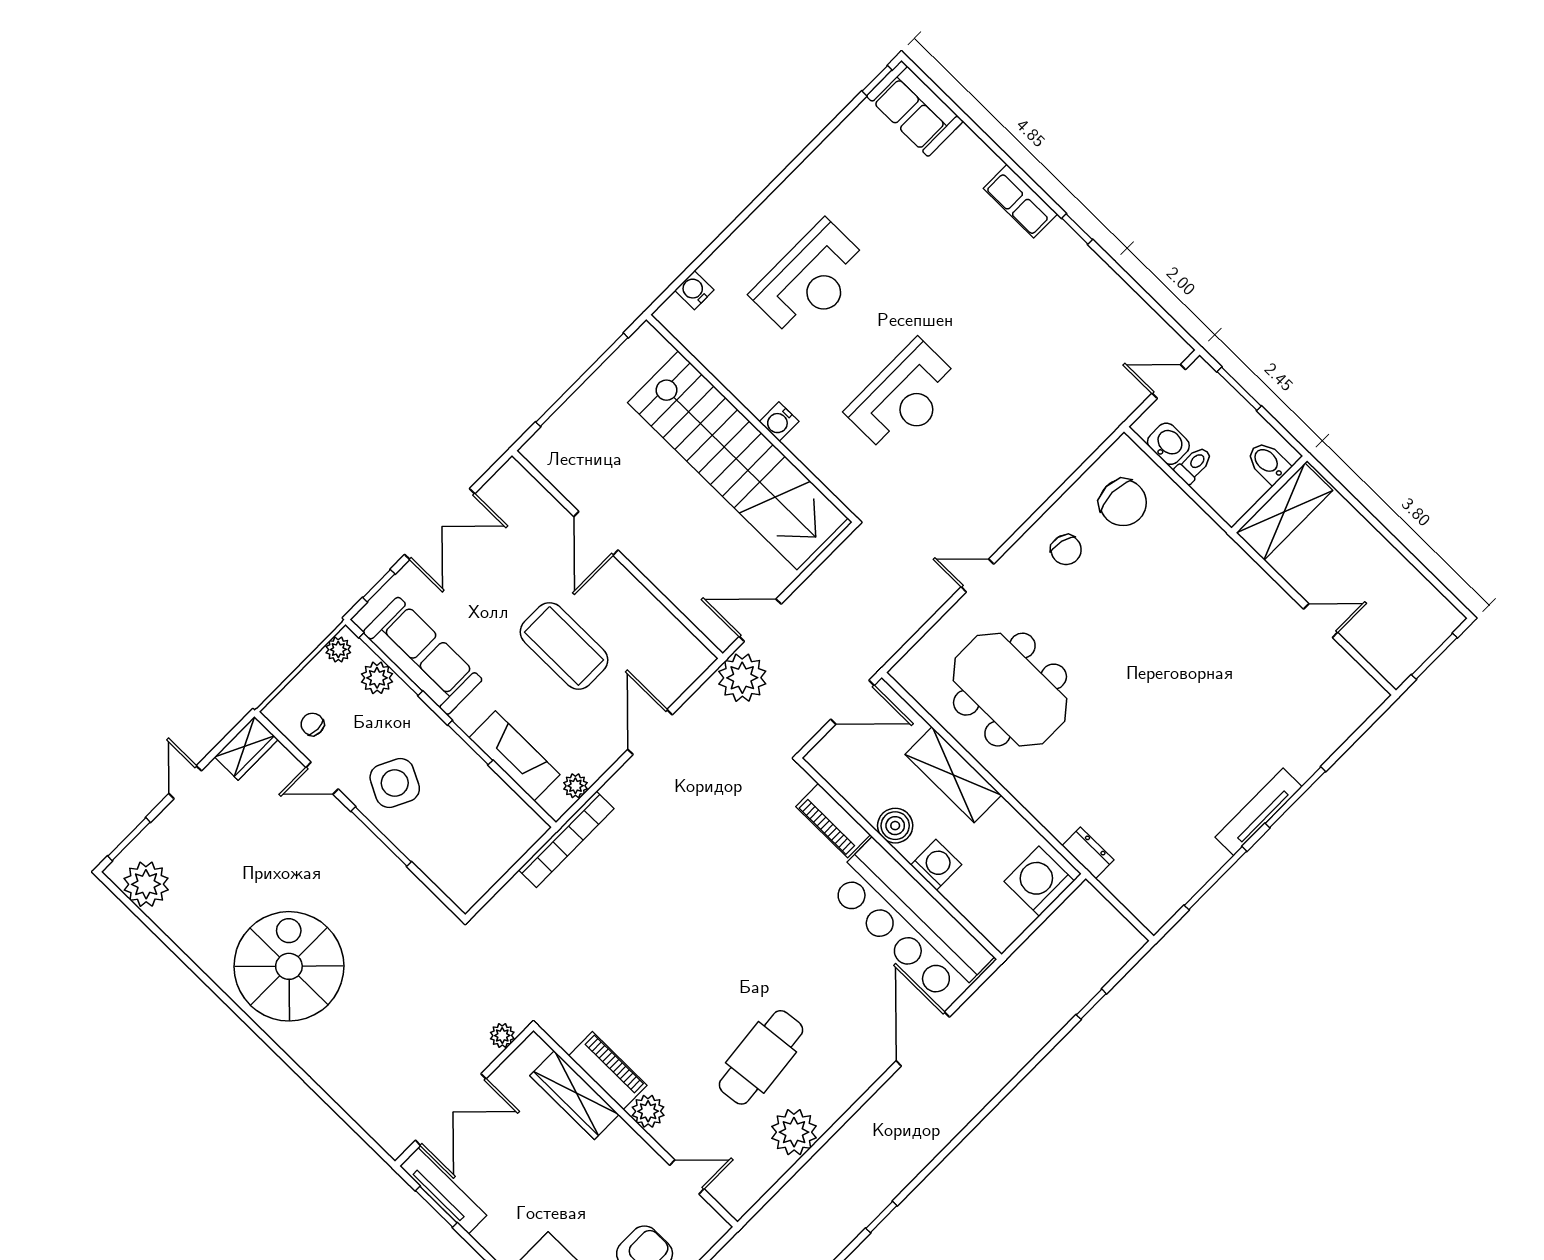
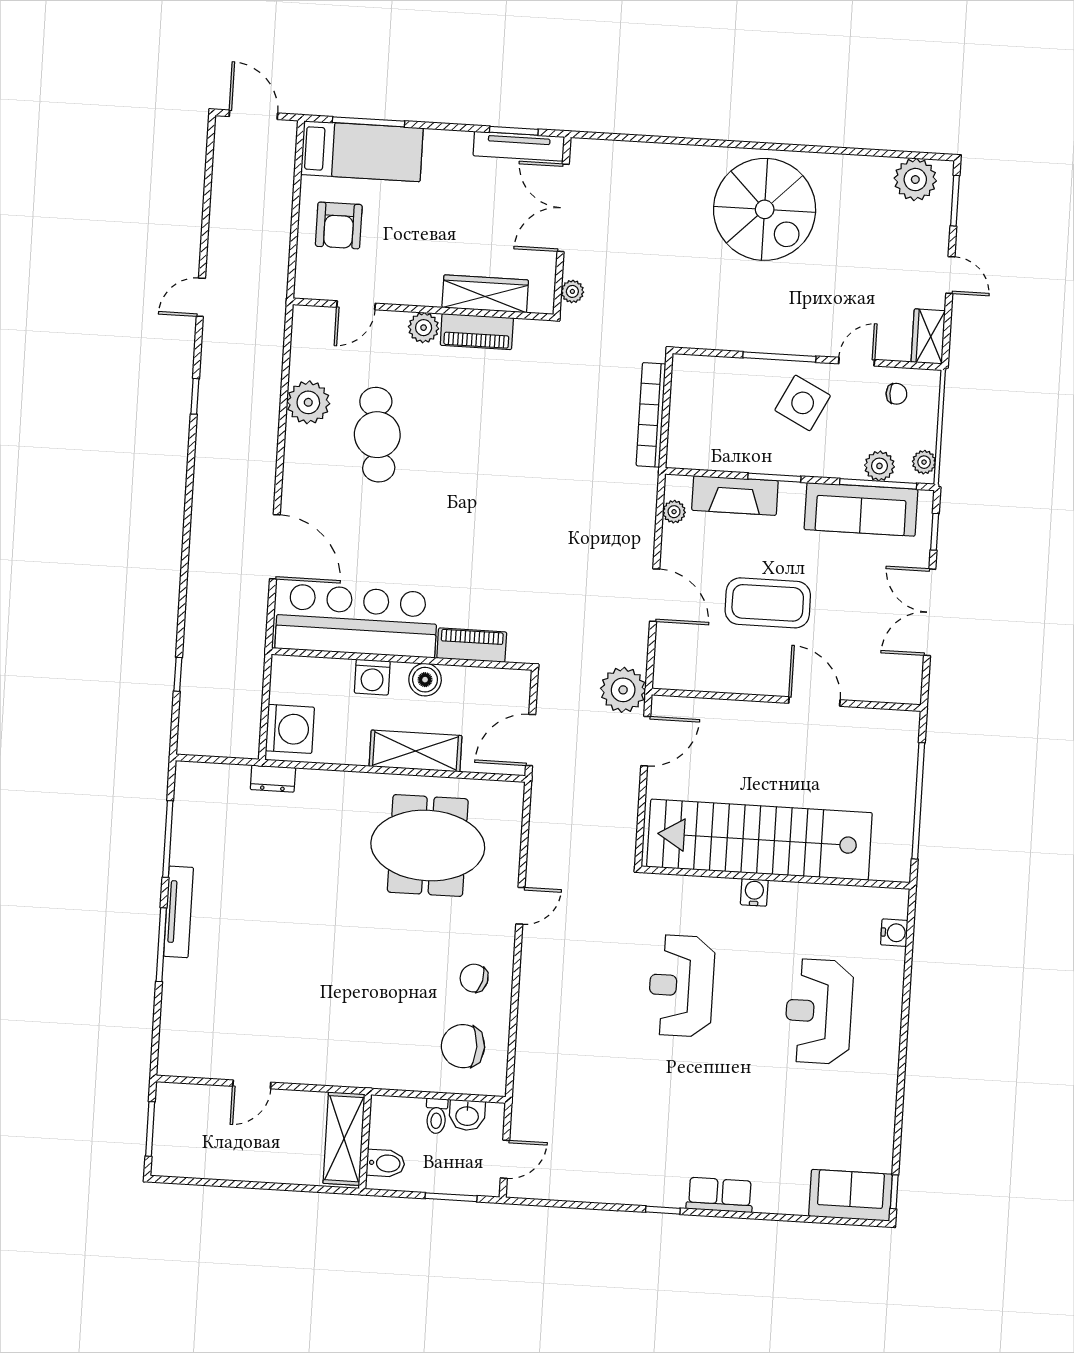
bookcase: (566, 839) -> (651, 415), moved

